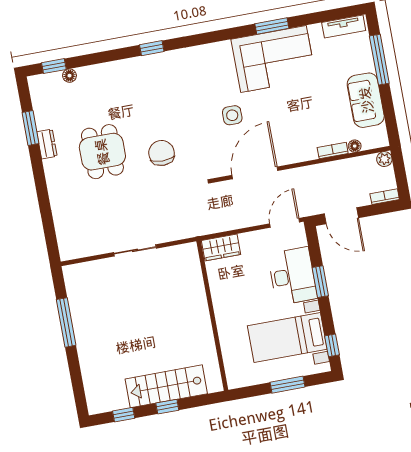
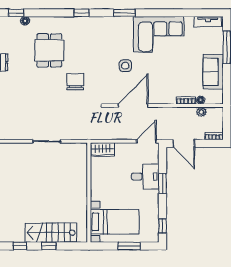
window: (272, 26) -> (124, 13), moved
dining table: (102, 152) -> (49, 50), moved
plant: (384, 159) -> (201, 112), moved
desk: (292, 276) -> (145, 177), width x0.73
bed with nightstands: (287, 337) -> (115, 222), moved, turned 180

